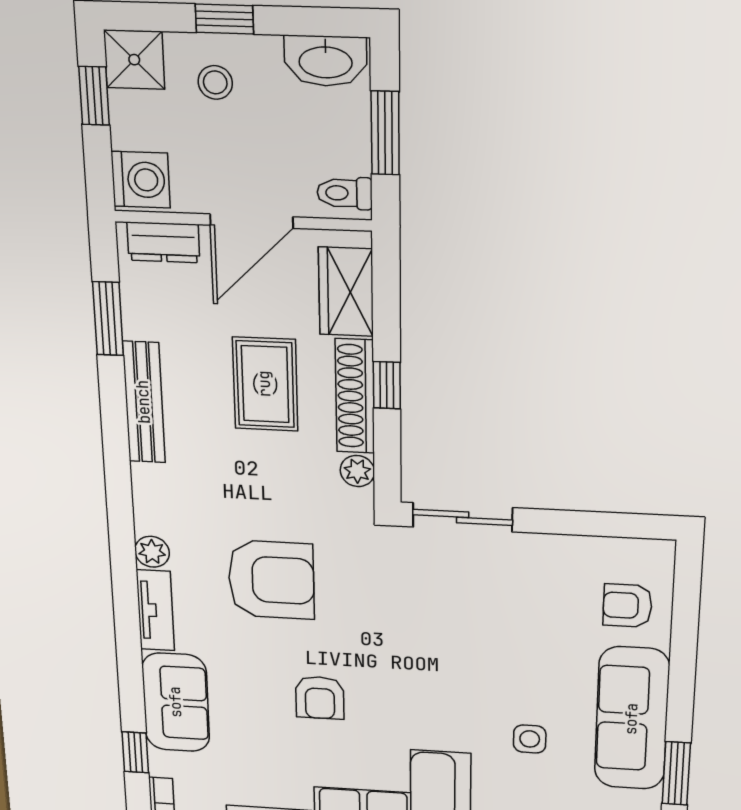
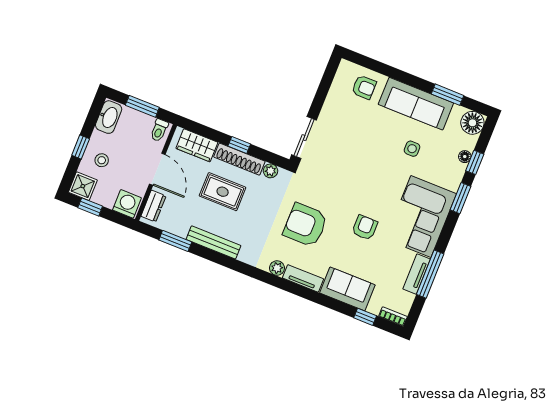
armchair: (271, 580) -> (305, 225), turned -90
armchair: (627, 606) -> (364, 87), turned -90
armchair: (320, 698) -> (365, 228), turned -90

